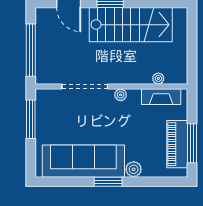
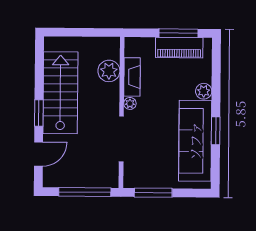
plant: (158, 78) -> (109, 71), width x1.87, depth x1.87
fireplace: (161, 97) -> (132, 77), moved
window: (108, 182) -> (216, 131), moved

